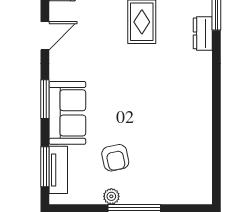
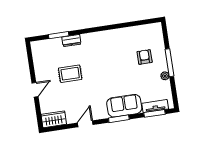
door: (45, 36) -> (85, 124), hinge flipped
armchair: (115, 158) -> (145, 57), moved, turned -78

